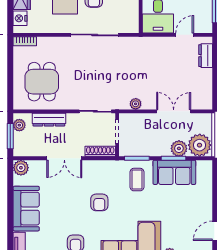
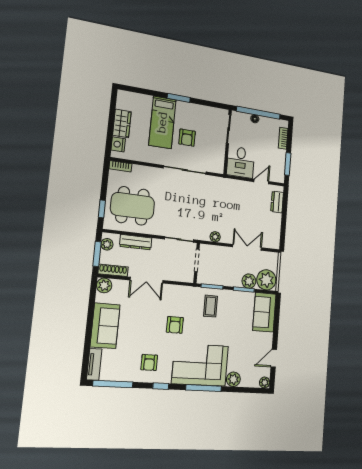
dining table: (42, 82) -> (133, 206), width x1.38
window: (10, 89) -> (102, 209), added
shoe rack: (100, 151) -> (113, 270), moved
sofa: (174, 172) -> (264, 312), moved, turned 90

